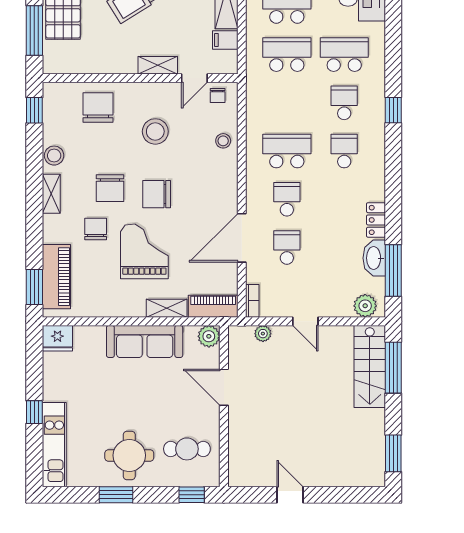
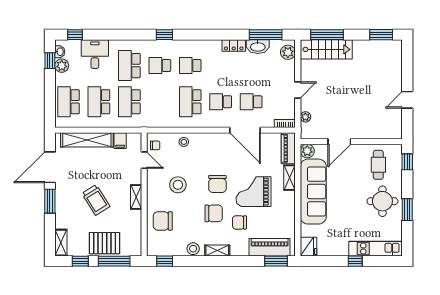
shelving: (158, 65) -> (136, 197), moved
sofa: (145, 341) -> (313, 192), width x1.36, depth x1.27

